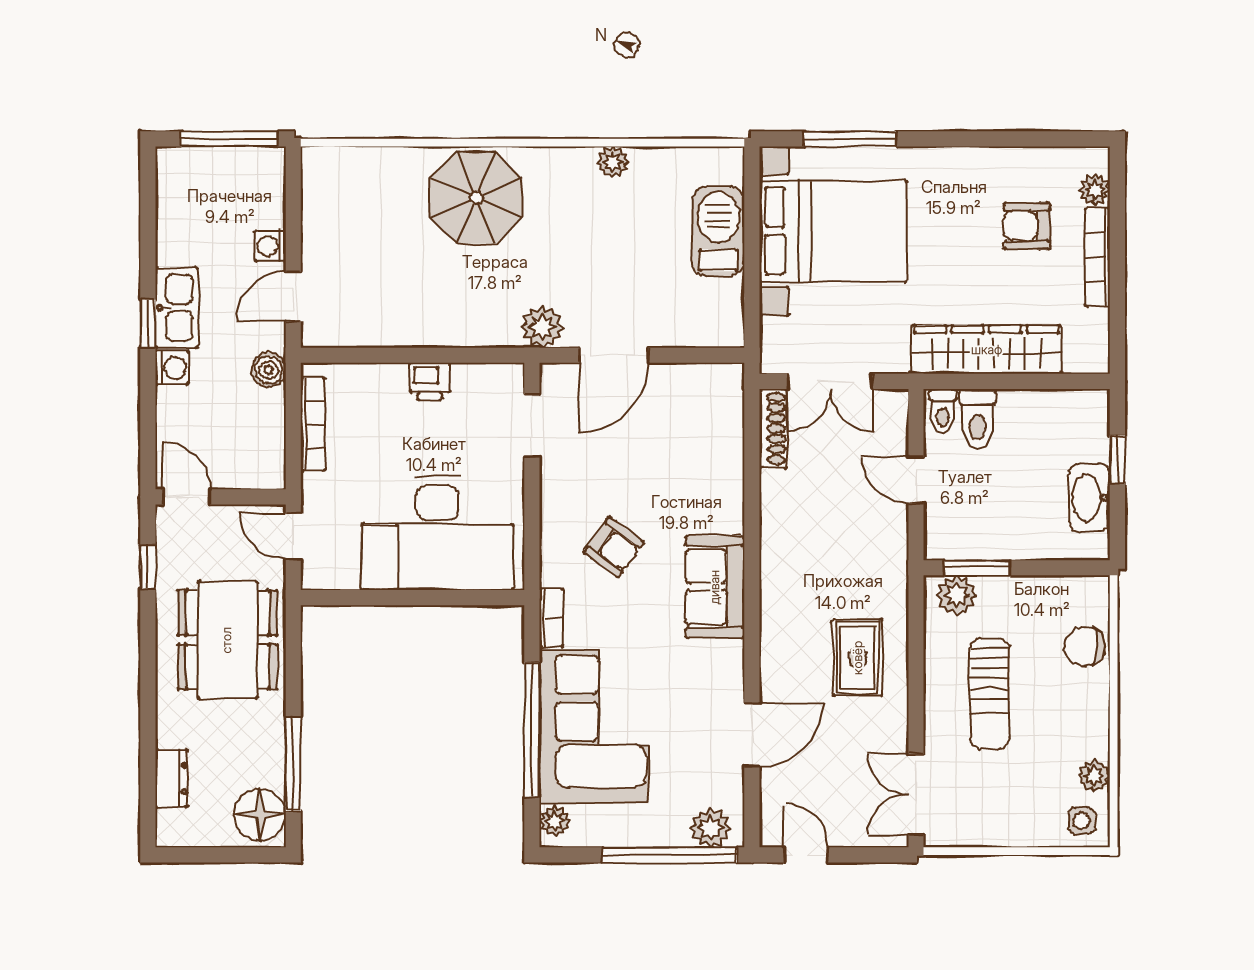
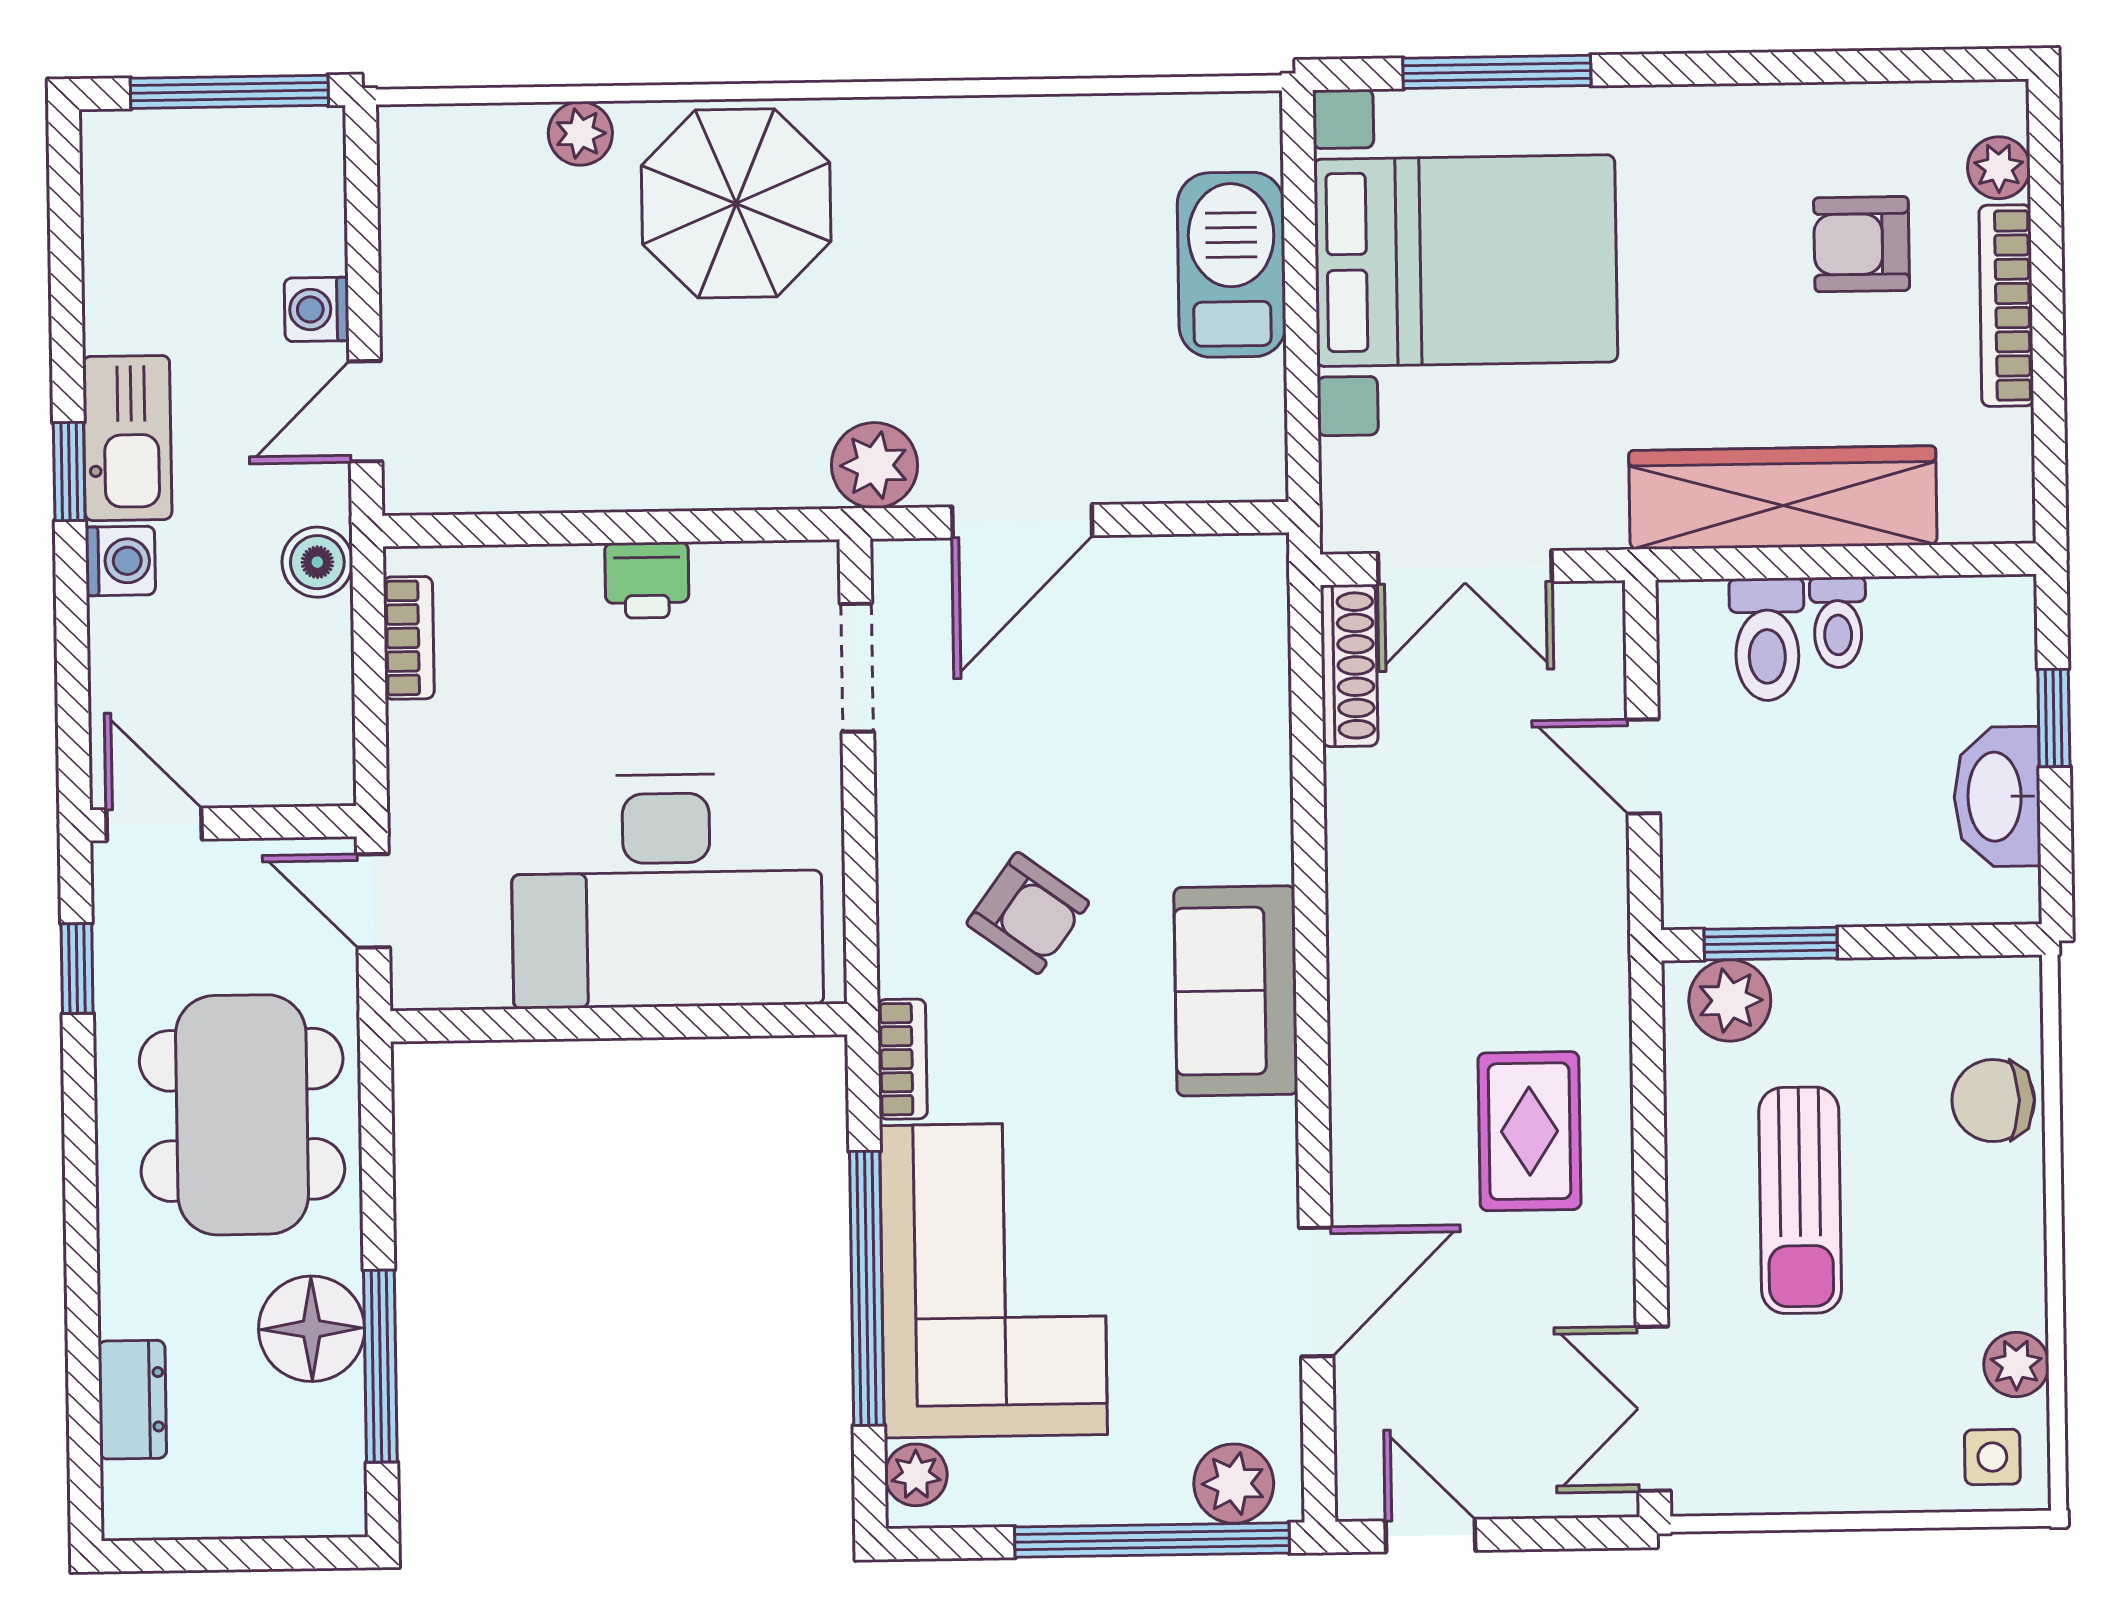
plant: (613, 162) -> (580, 133), moved
toilet: (943, 411) -> (1838, 622), moved
bookcase: (313, 424) -> (409, 638), width x0.64
floor lamp: (260, 815) -> (312, 1329), moved

